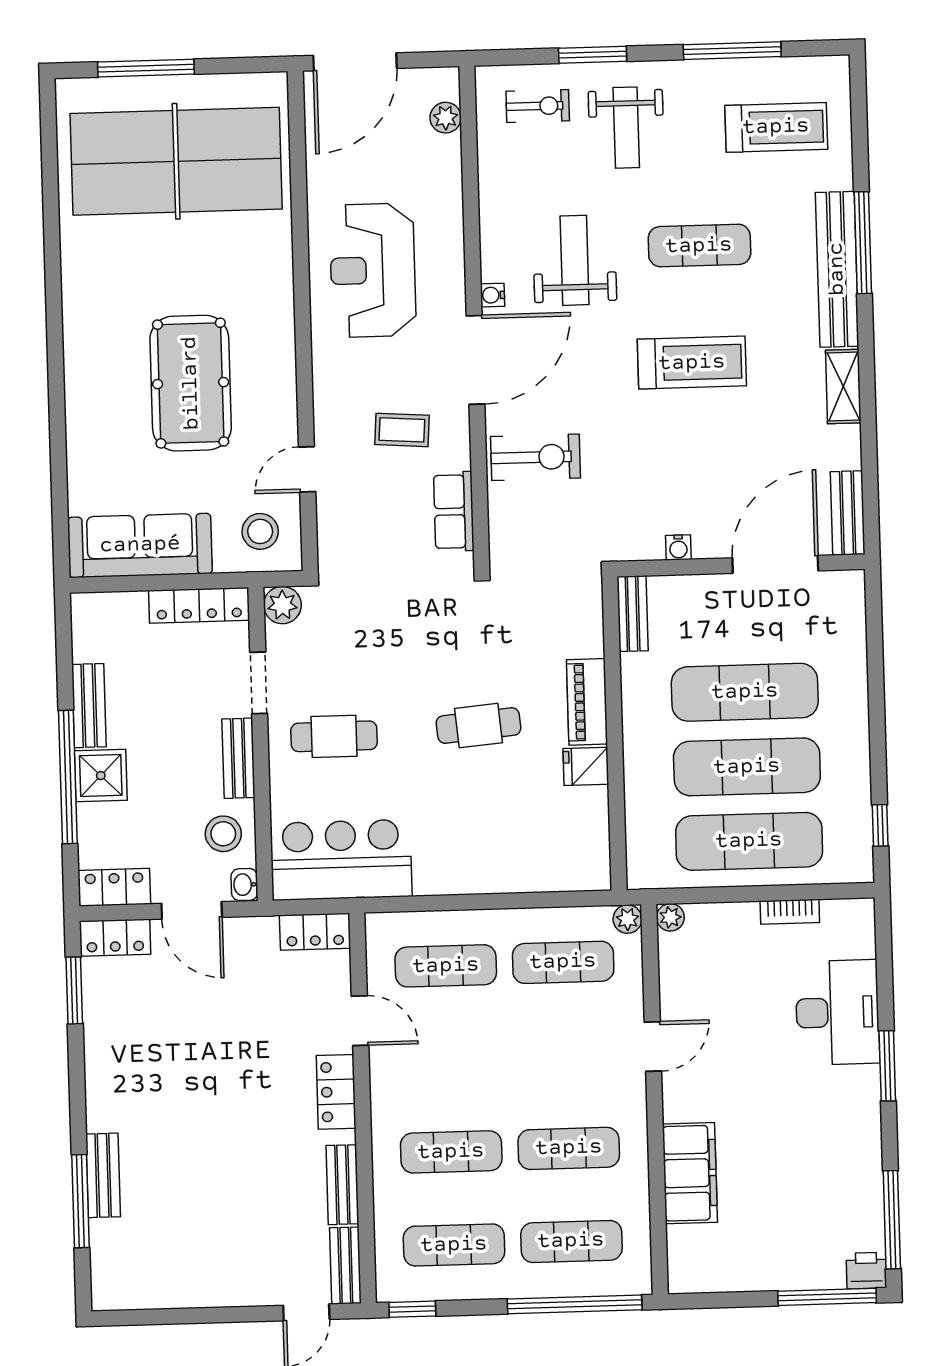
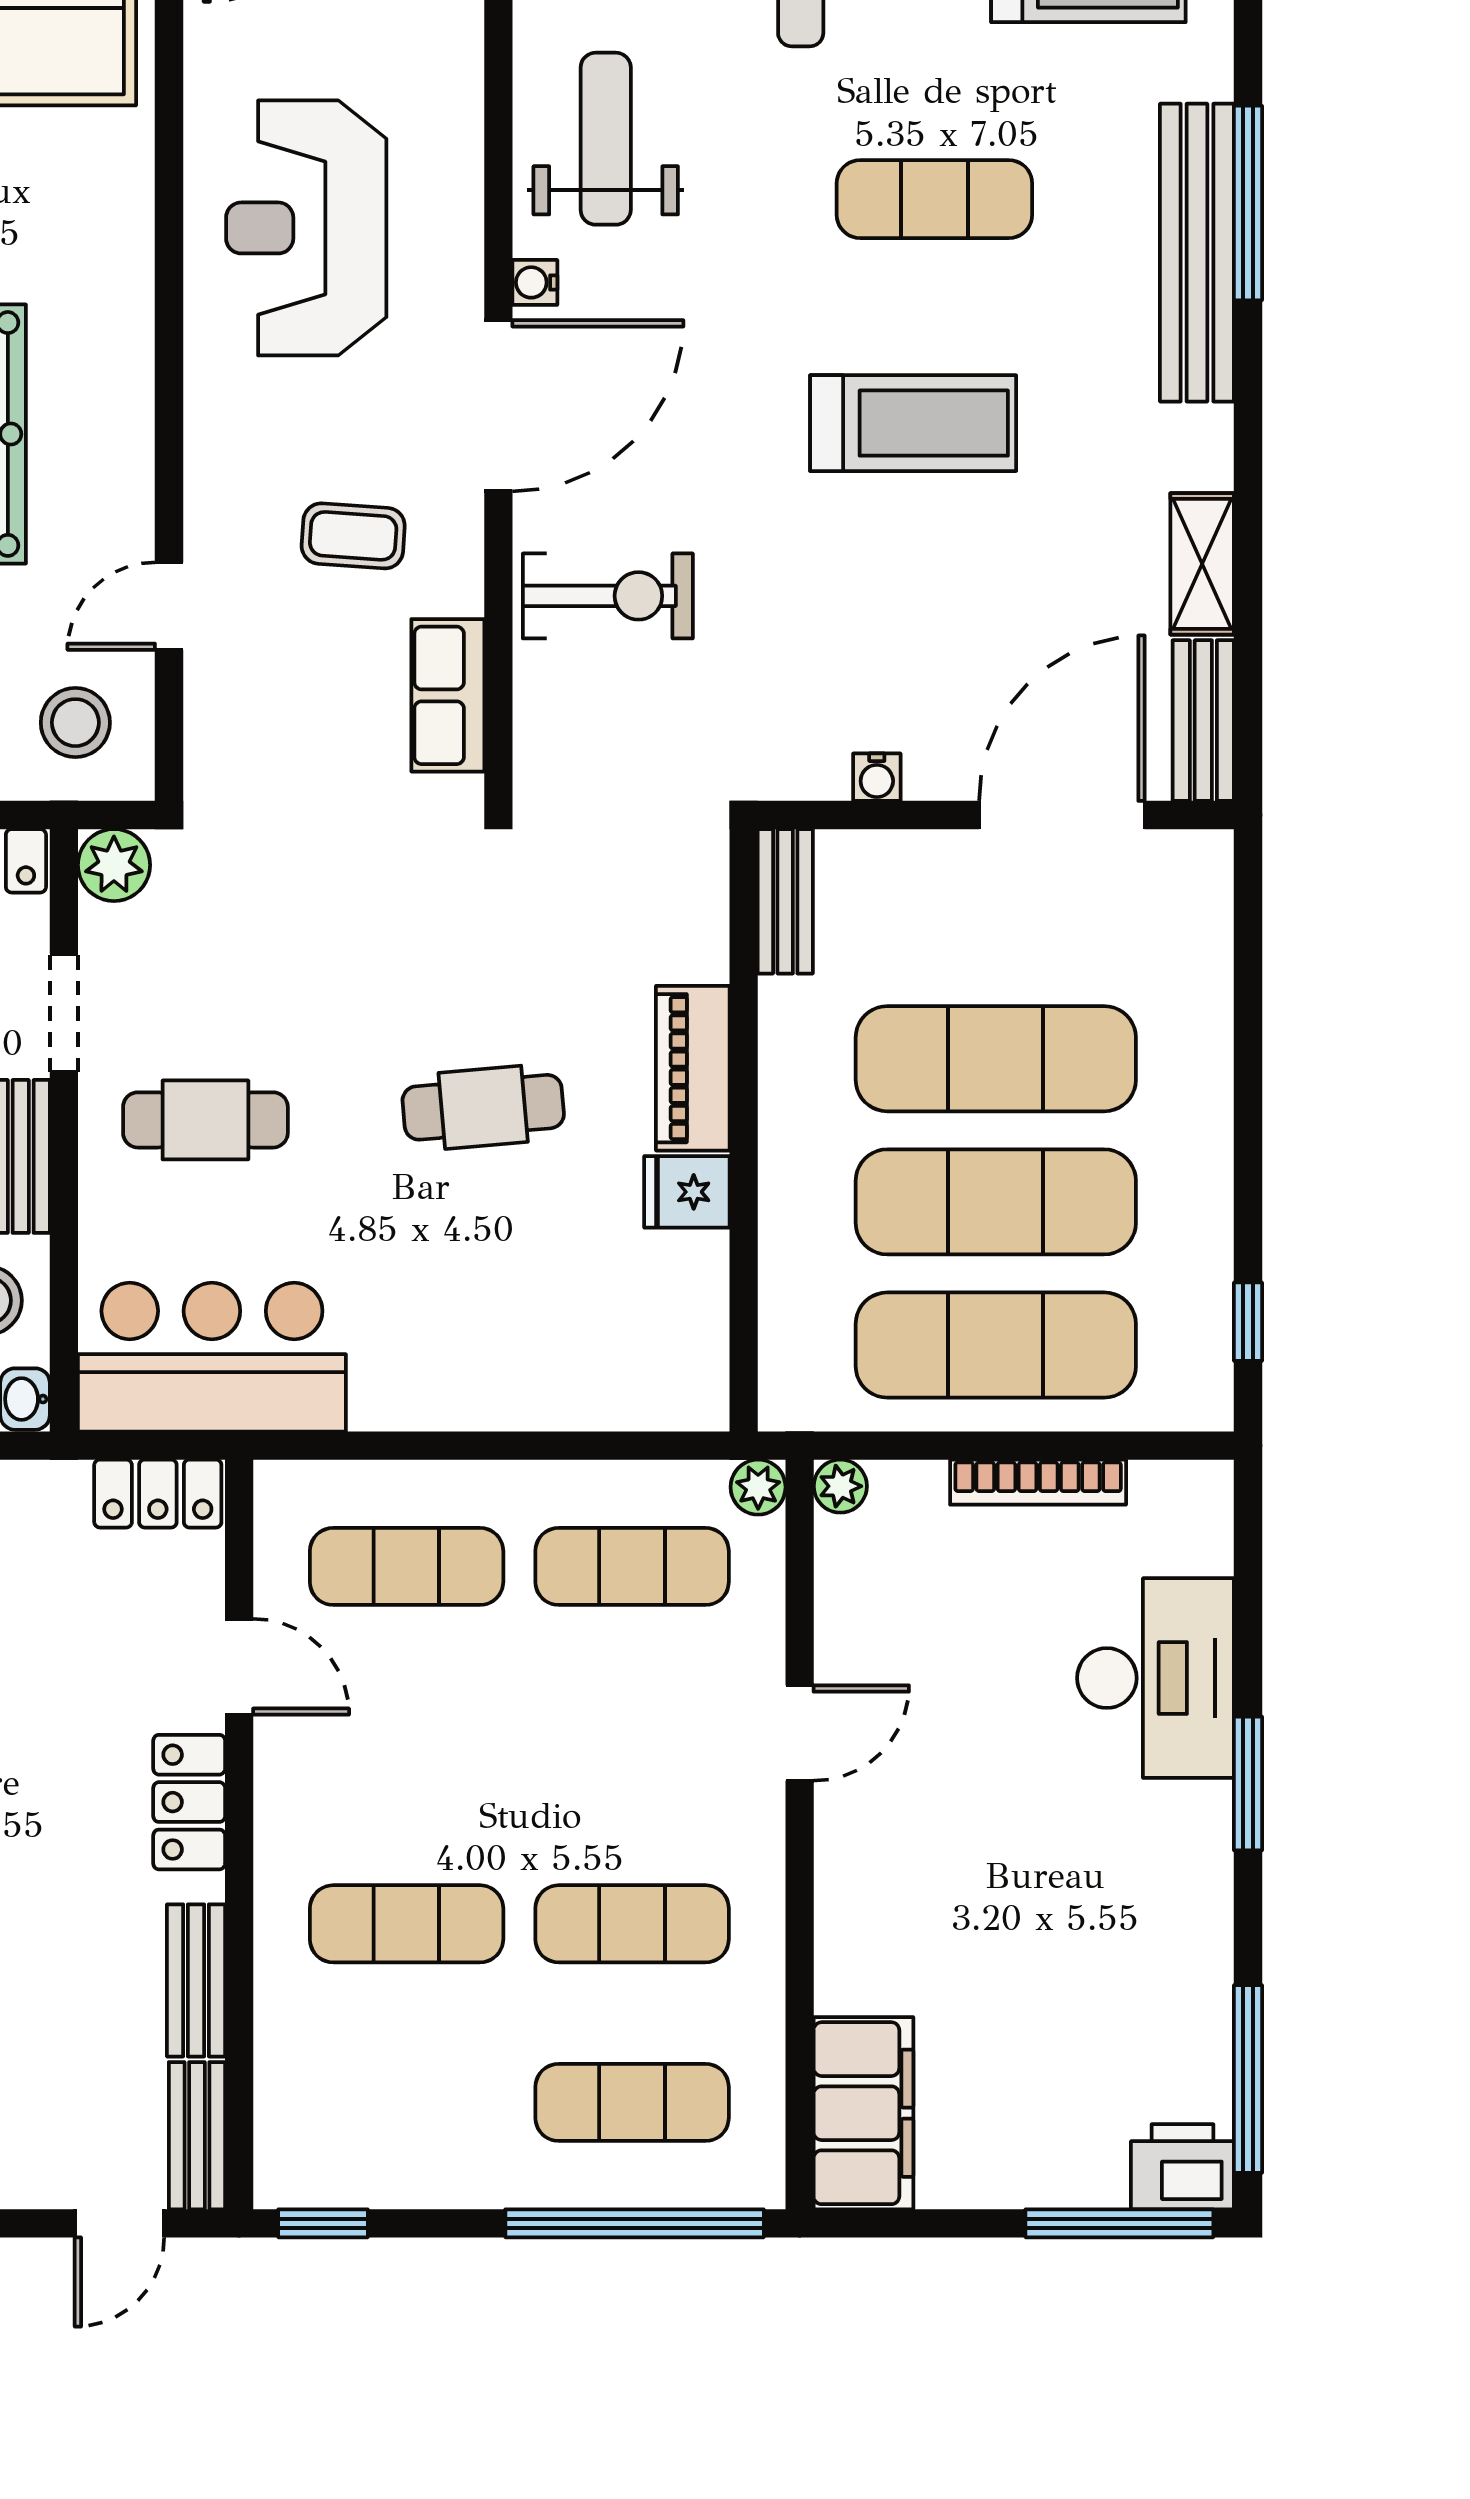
weight bench: (575, 260) -> (606, 139), moved
shelving: (843, 387) -> (1202, 564), moved
bookcase: (790, 912) -> (1038, 1482), width x1.56
filing cabinet: (690, 1173) -> (863, 2113), moved
exercise mat: (454, 1245) -> (407, 2102), removed
printer: (866, 1271) -> (1182, 2167), width x1.36, depth x1.24

